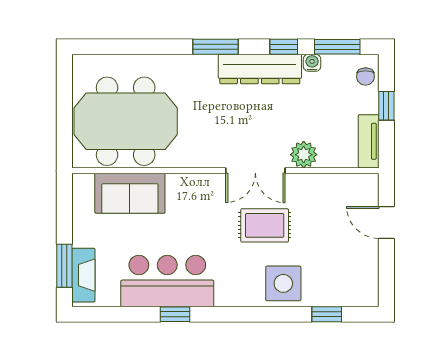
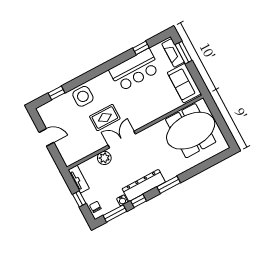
sofa: (130, 193) -> (184, 83), moved, turned -90
door: (386, 222) -> (46, 137), moved
window: (175, 314) -> (141, 48), moved

